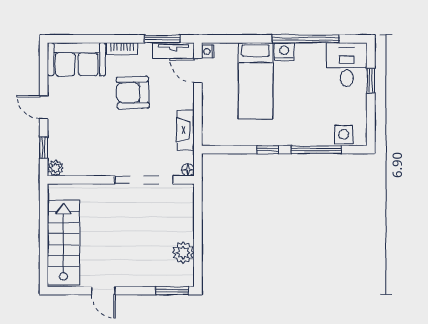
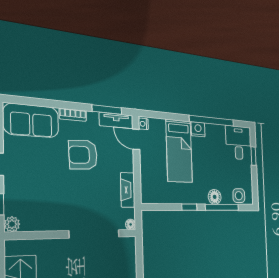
floor lamp: (306, 136) -> (215, 197), added

